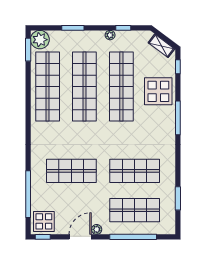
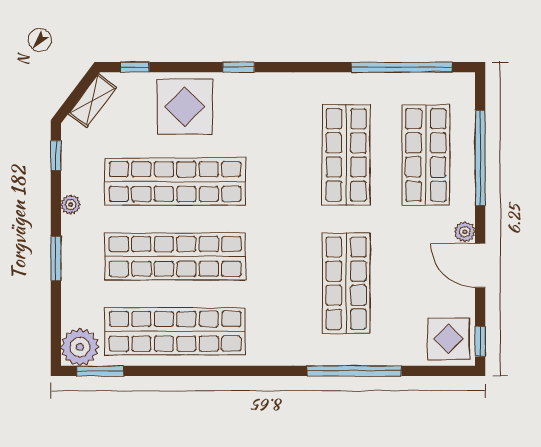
window: (73, 28) -> (56, 258), moved
window: (123, 28) -> (56, 155), moved
window: (178, 118) -> (239, 67), width x0.46
window: (28, 194) -> (354, 371), moved
window: (178, 198) -> (402, 67), width x2.11

